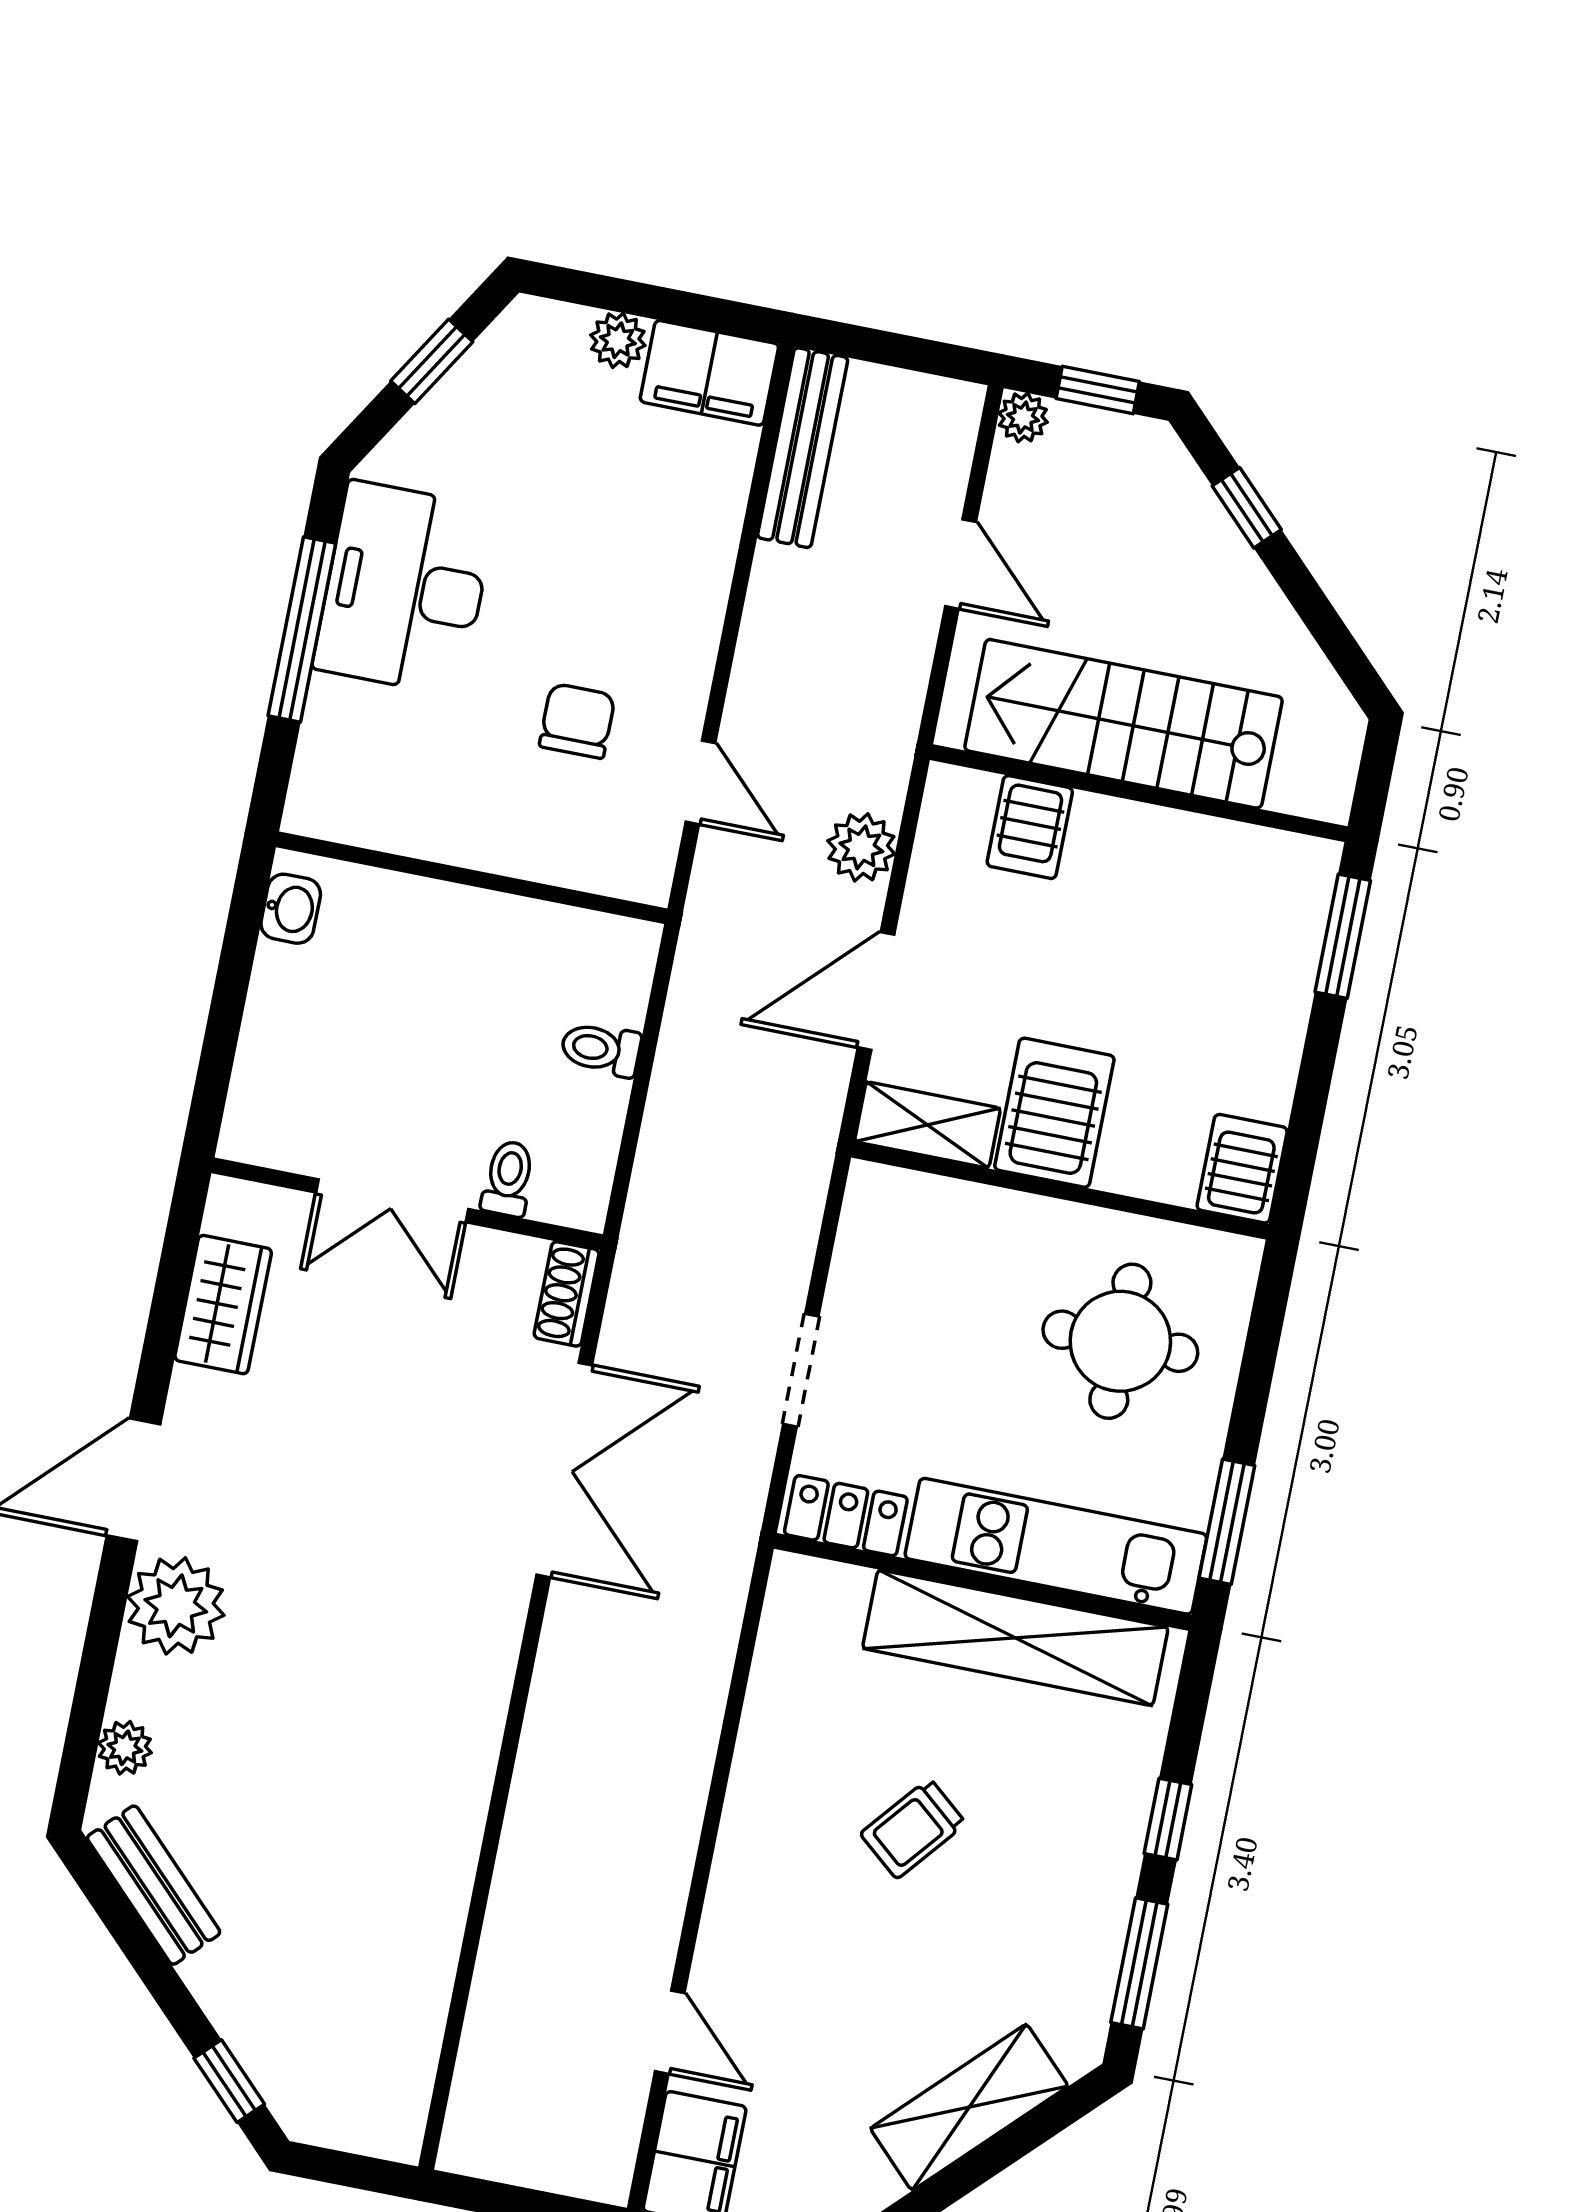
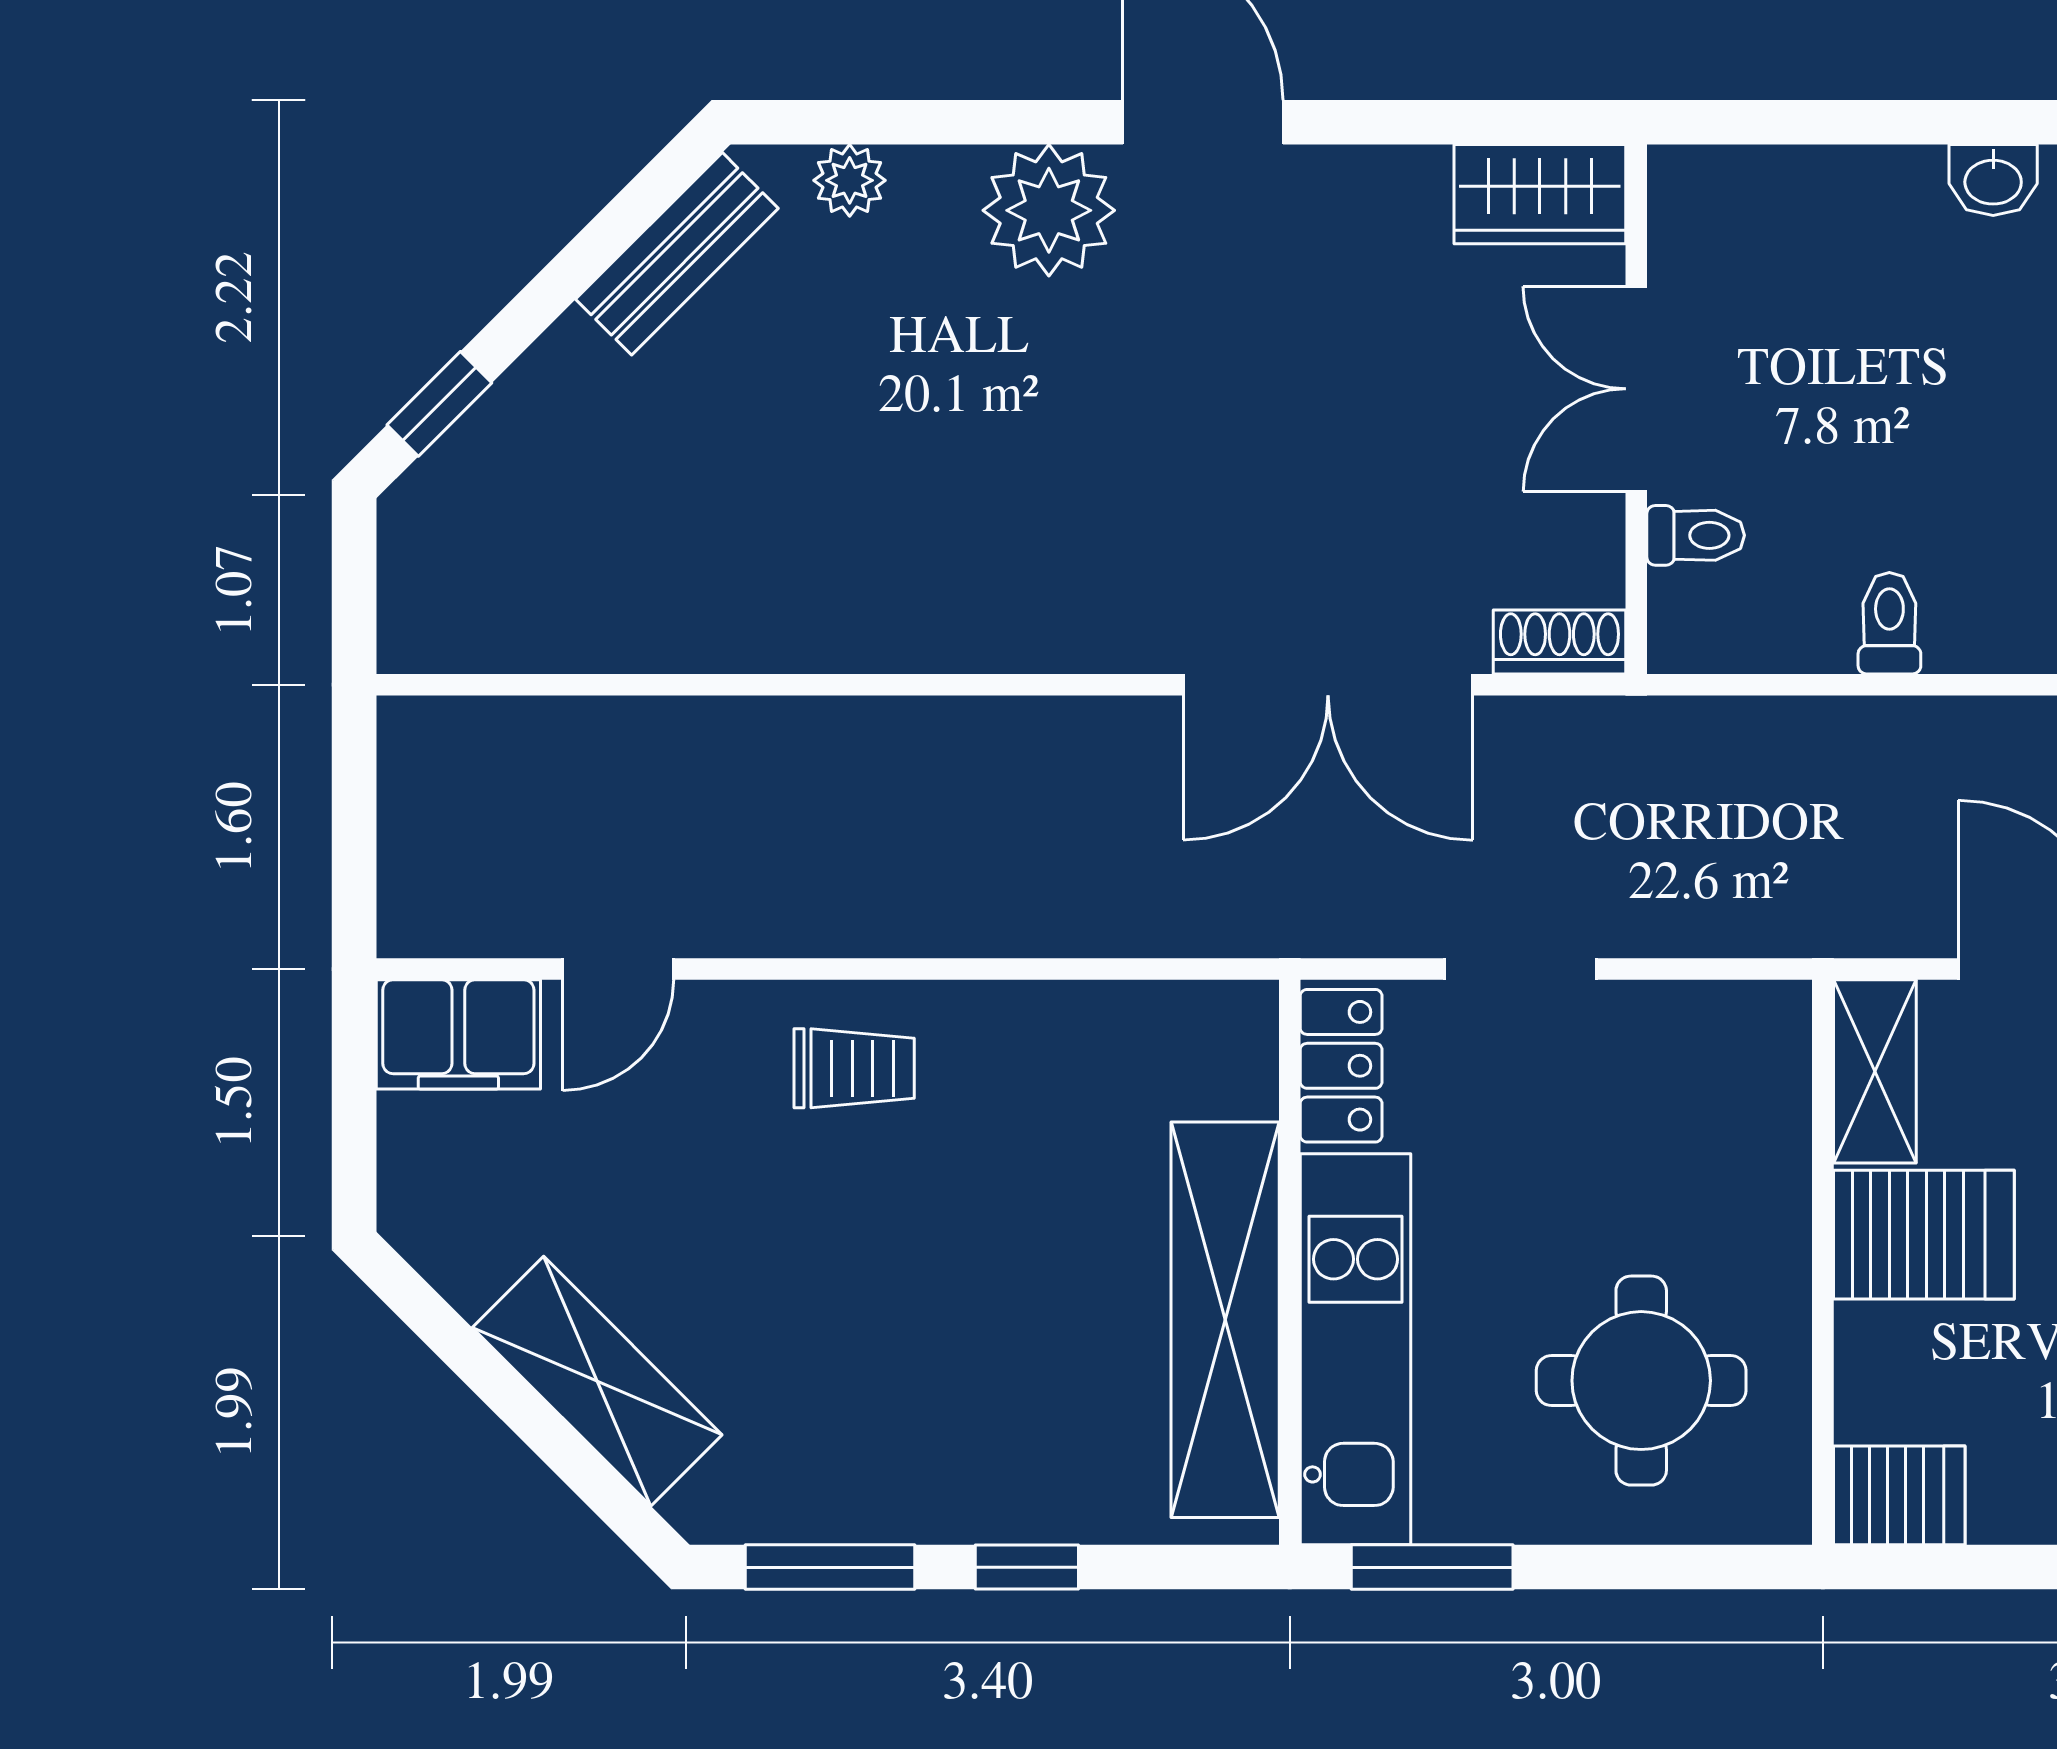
wardrobe: (223, 1305) -> (1540, 194), moved
trolley: (913, 1829) -> (854, 1068), moved, turned 140

